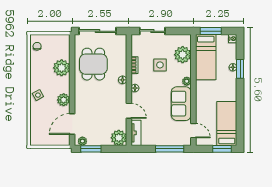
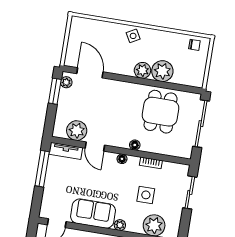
dining table: (93, 64) -> (161, 112), turned 90
plant: (64, 100) -> (142, 70), moved
door: (129, 111) -> (95, 147), hinge flipped
plant: (119, 138) -> (77, 131), moved
window: (170, 149) -> (42, 169), moved

